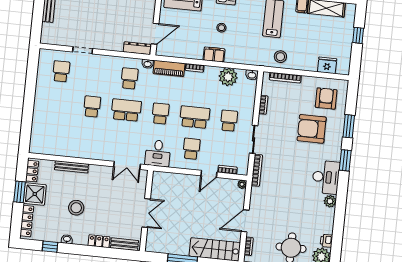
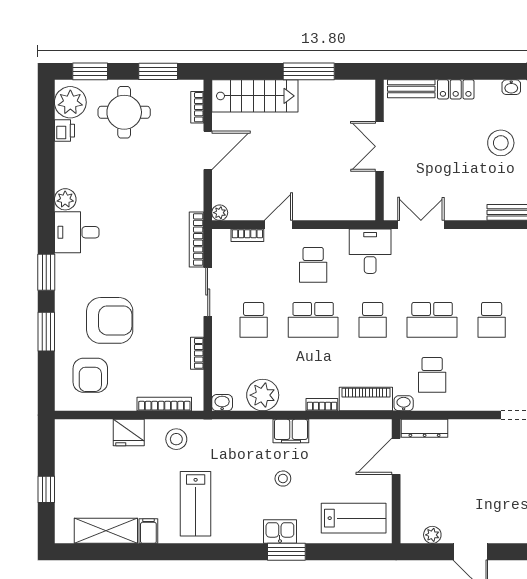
fridge: (327, 65) -> (129, 433), moved
desk: (326, 177) -> (77, 232), width x0.73

